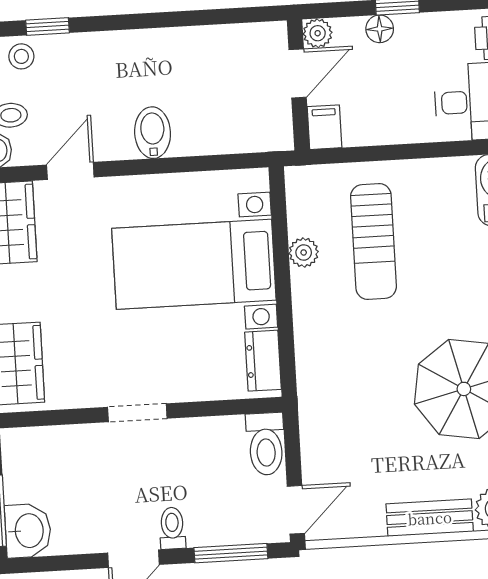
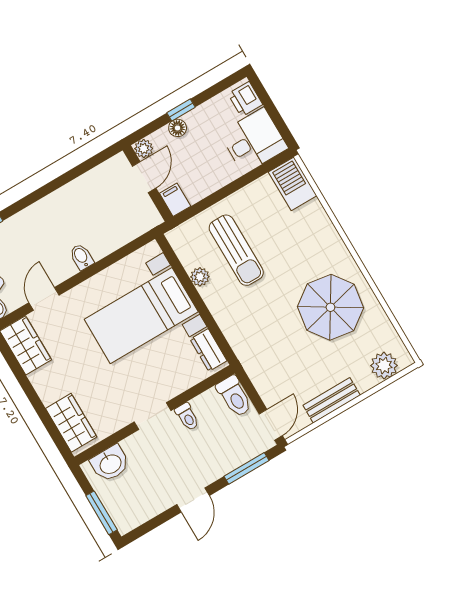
bidet: (153, 133) -> (81, 257), width x0.72, depth x0.74
bench: (430, 518) -> (332, 400), moved
toilet: (172, 528) -> (187, 417), moved, turned 180
washbasin: (28, 531) -> (110, 463), moved, turned 90

